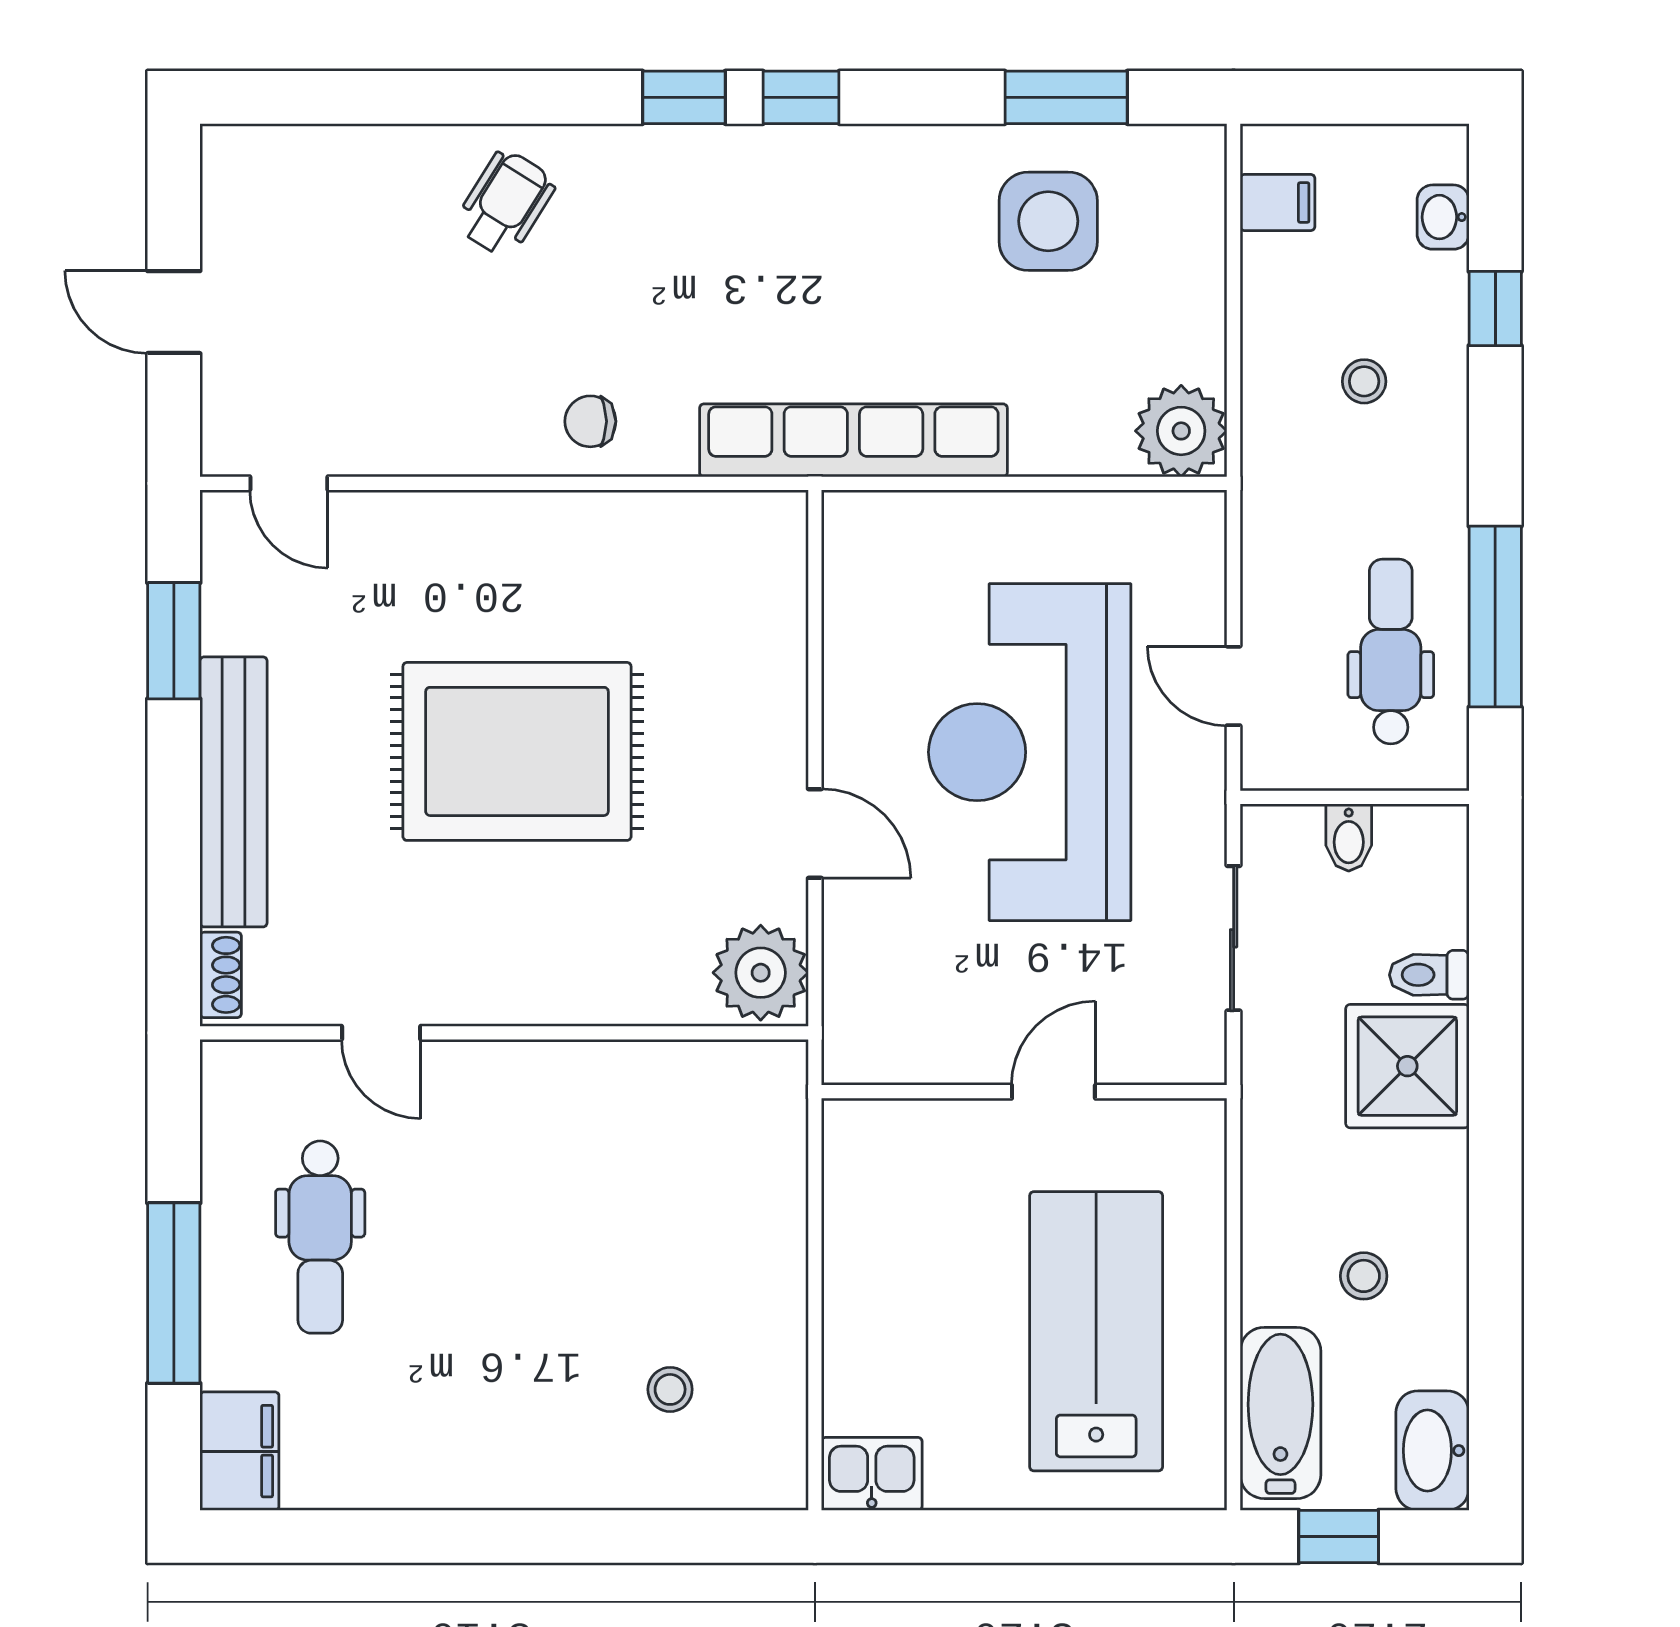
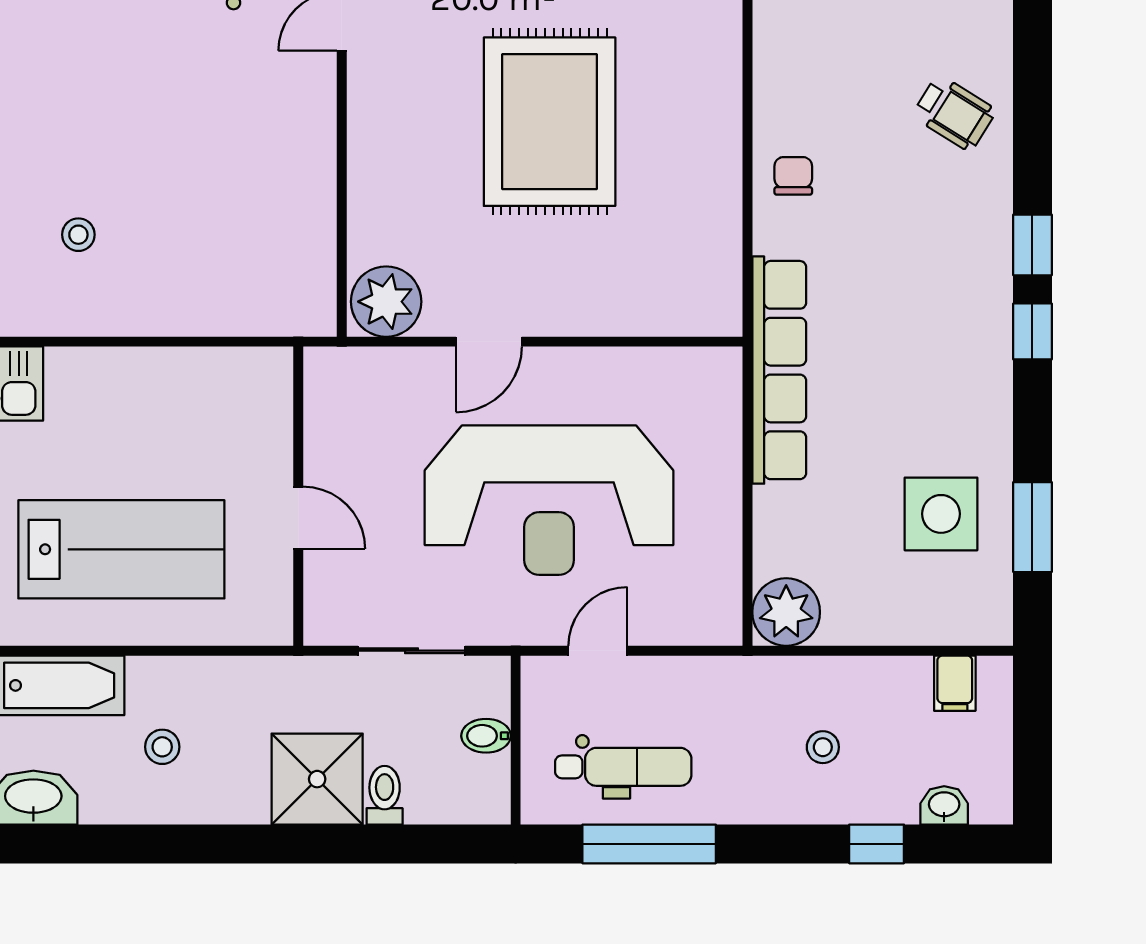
reception desk: (1030, 752) -> (549, 500), turned 180

